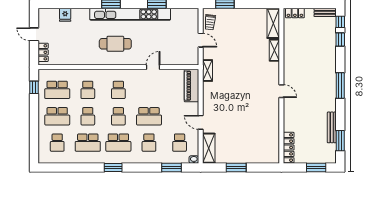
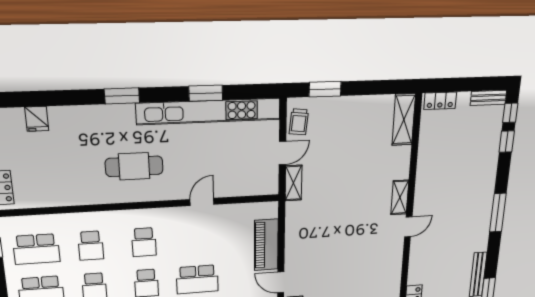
kitchen unit: (130, 14) -> (209, 111), moved
door: (201, 40) -> (282, 153), hinge flipped
shelving: (274, 50) -> (400, 197), moved
shelving: (208, 71) -> (294, 183), moved
piano: (191, 86) -> (266, 245), moved
door: (281, 91) -> (408, 227), hinge flipped

